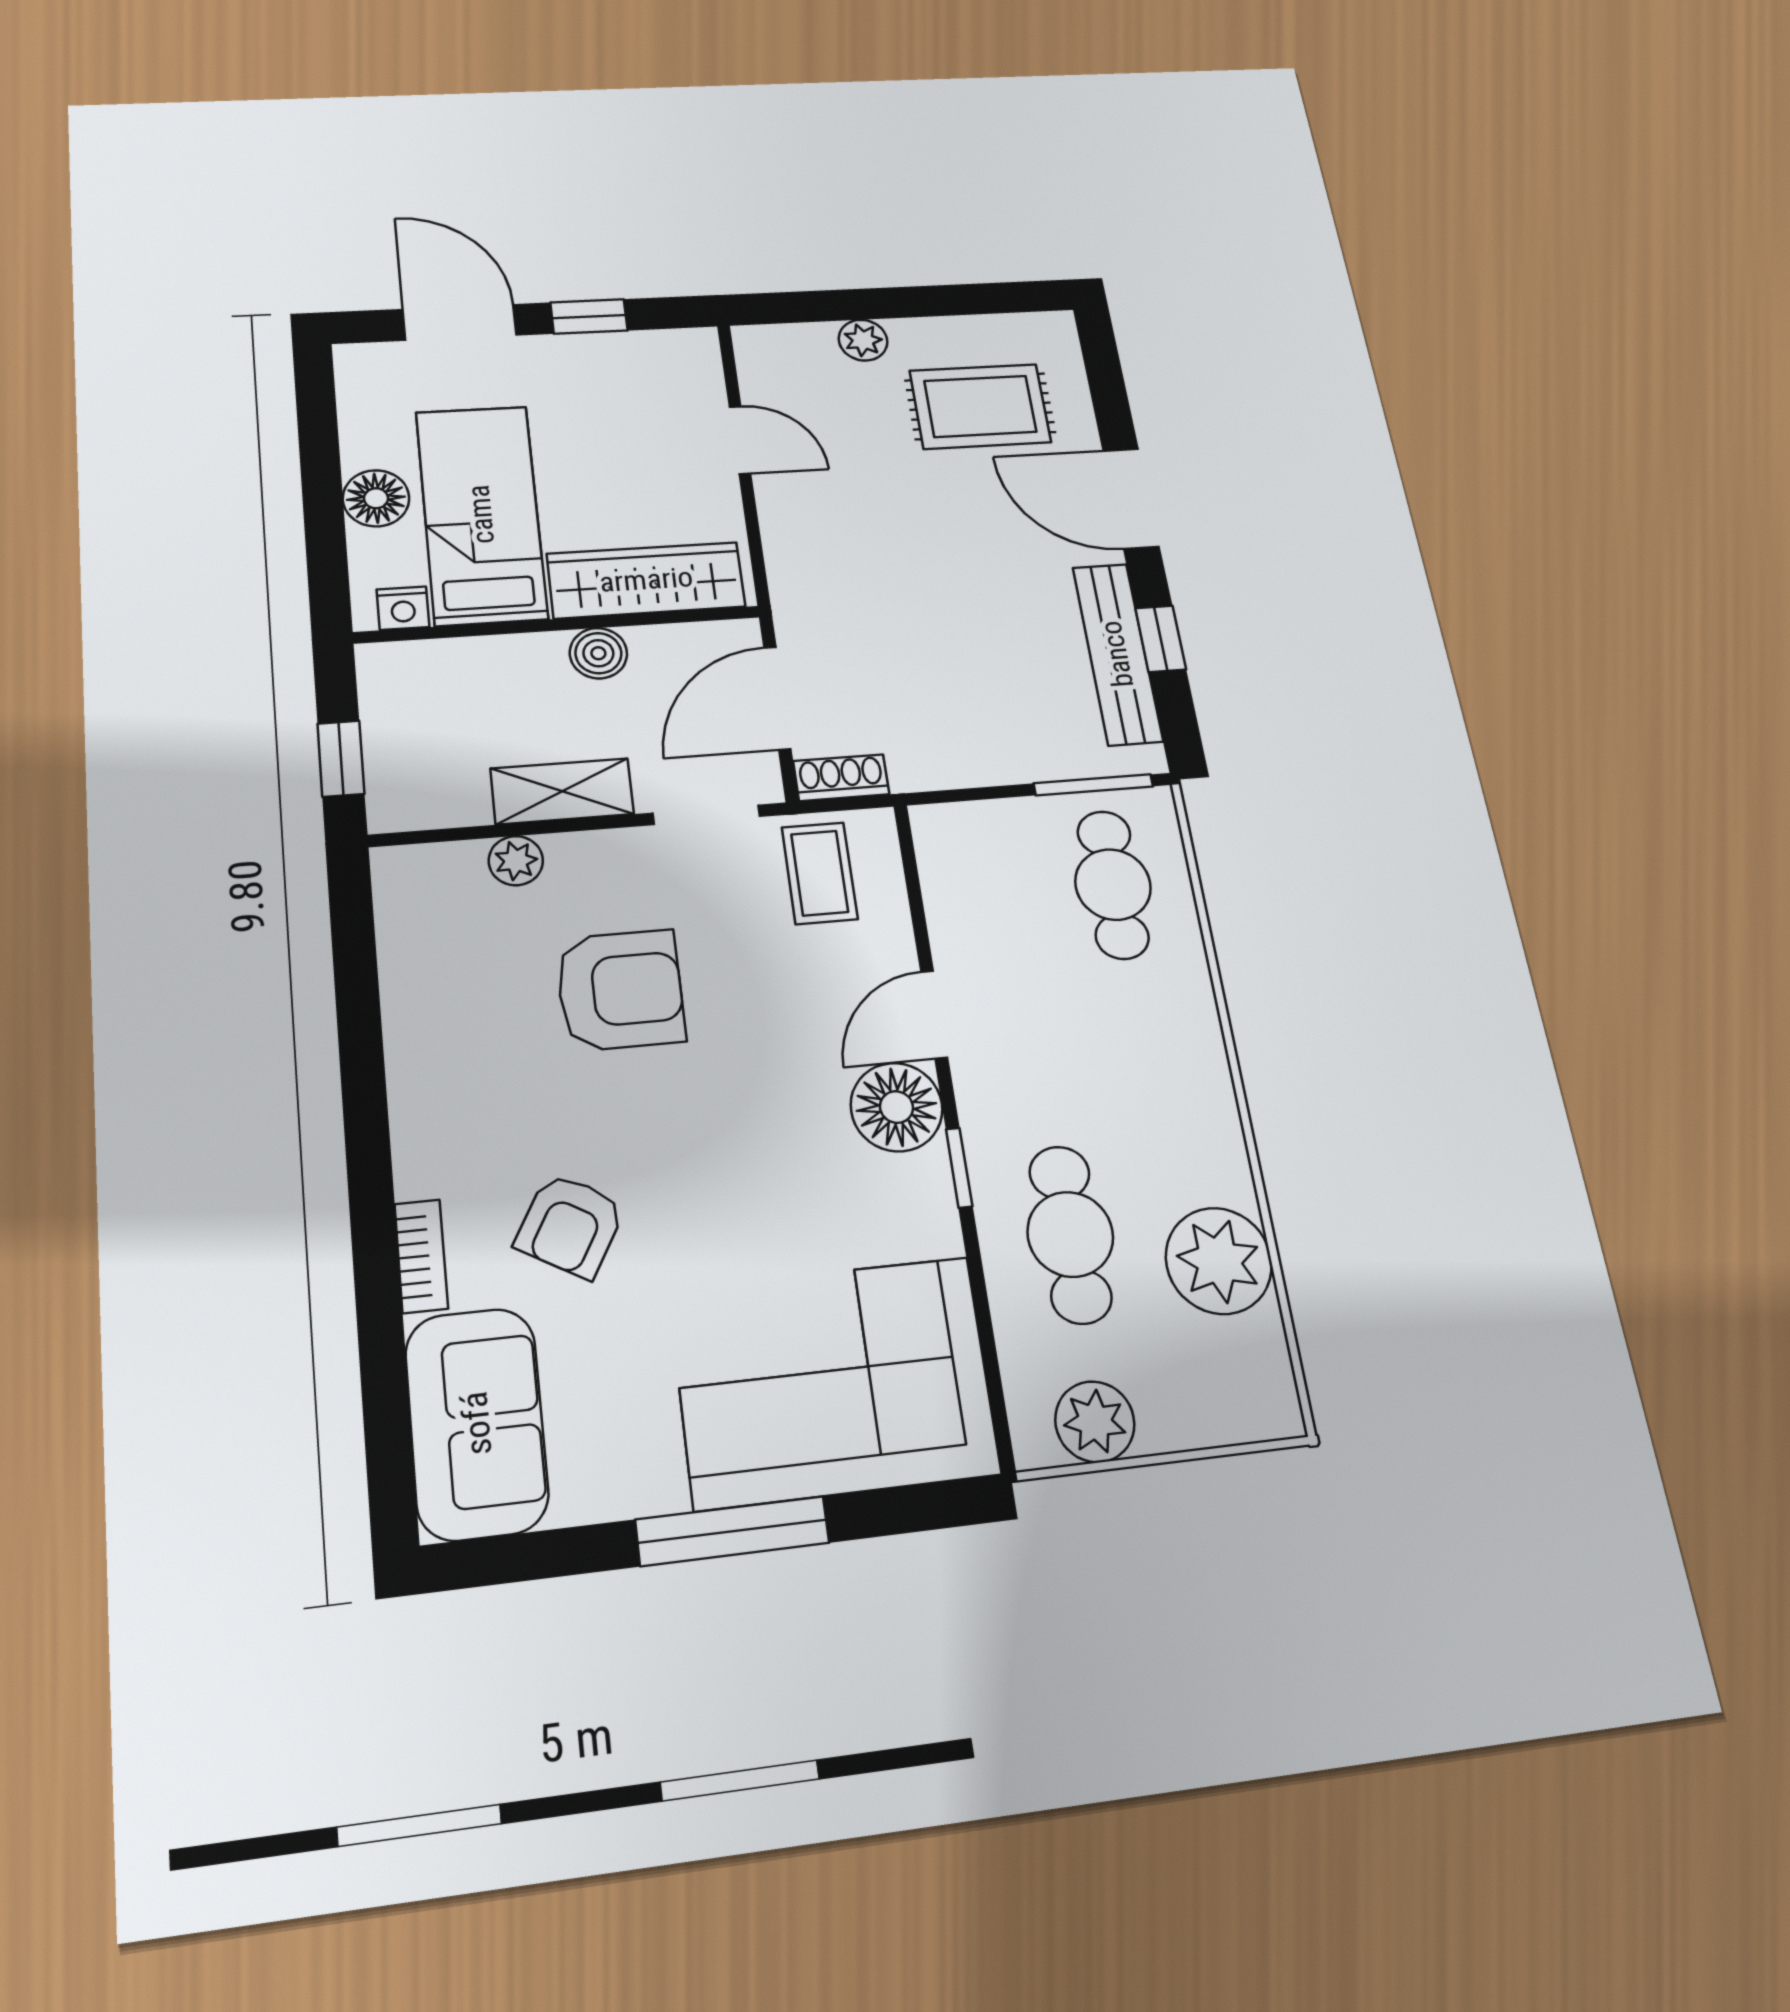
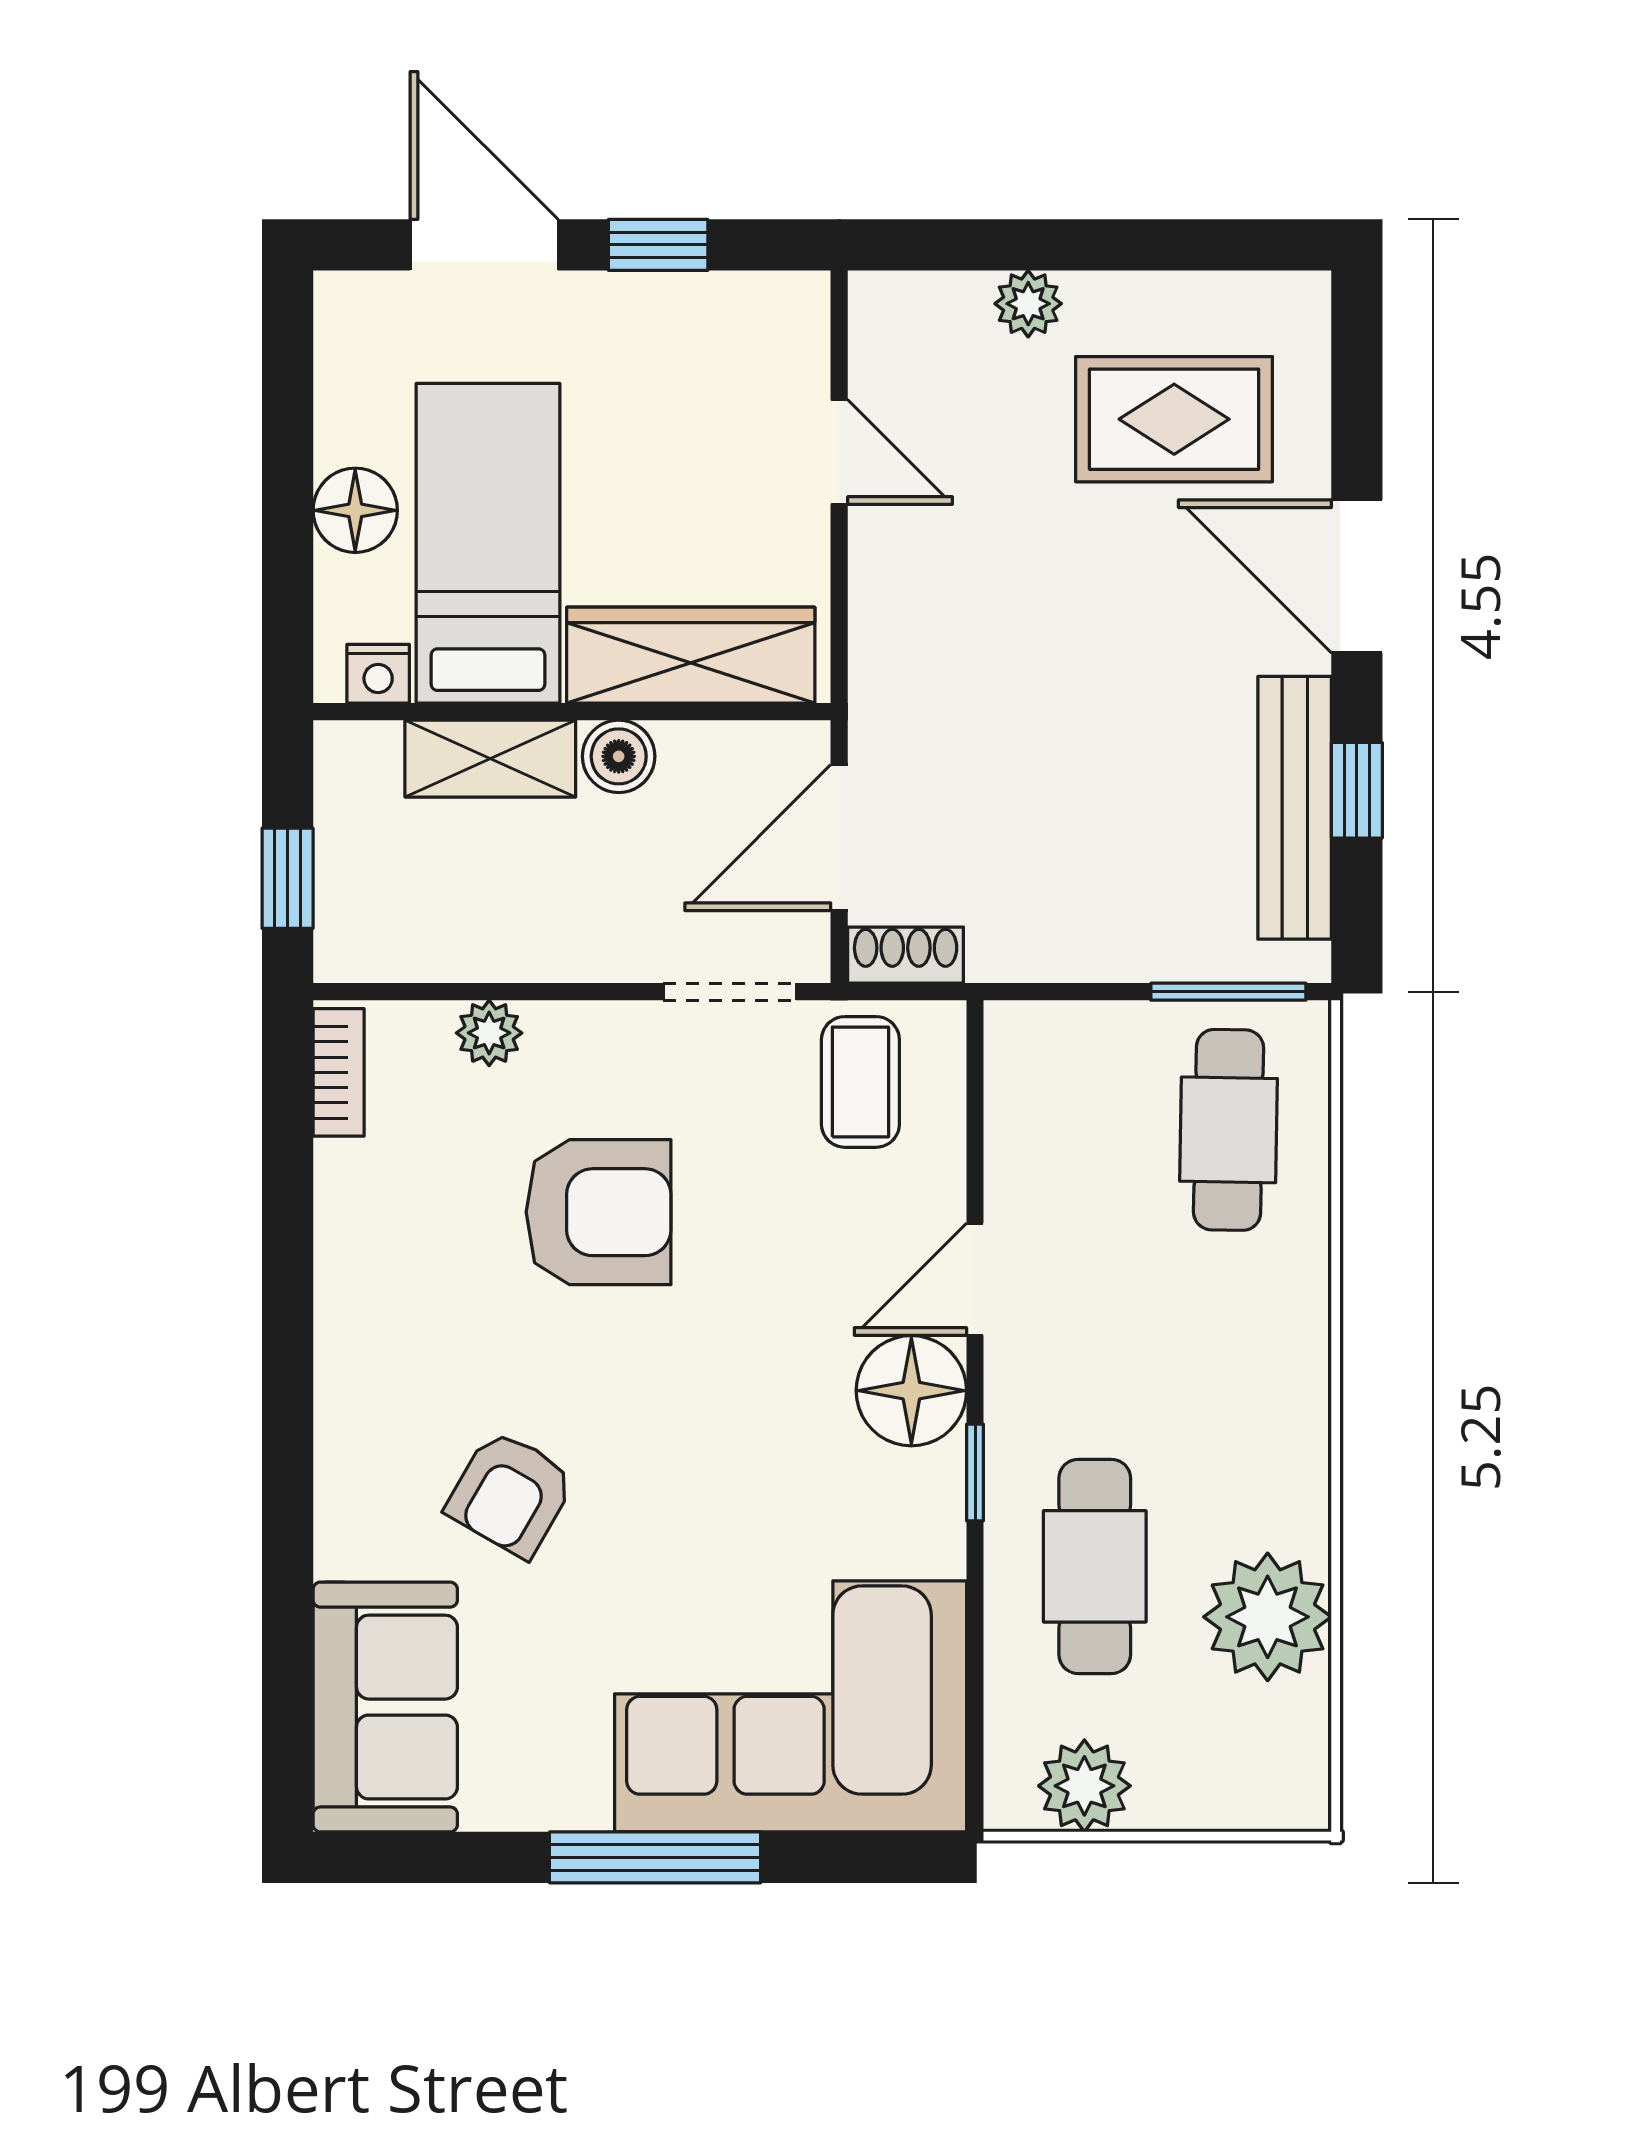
shelving: (562, 791) -> (490, 759), moved
bookcase: (421, 1256) -> (339, 1072), moved

